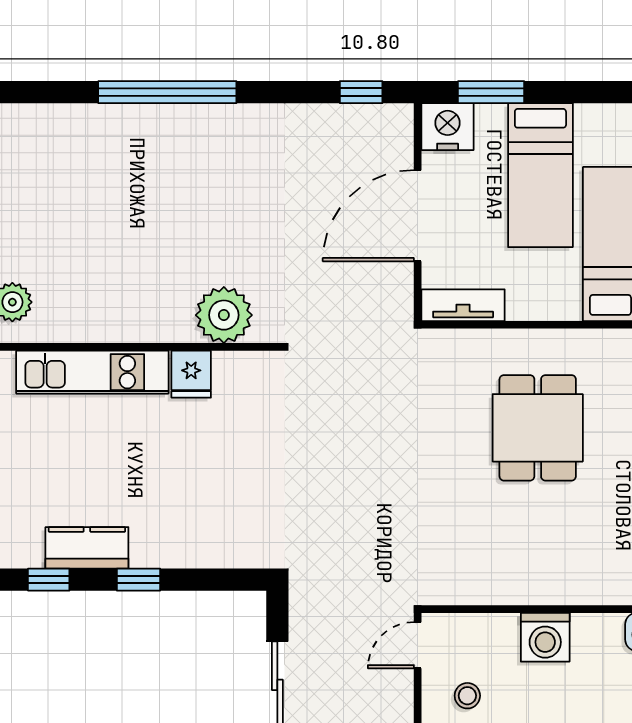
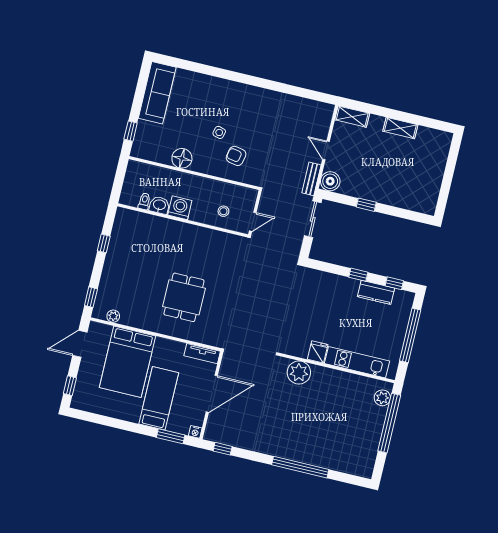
nightstand: (448, 127) -> (195, 432), width x0.53, depth x0.56
washing machine: (545, 637) -> (180, 208), moved
stool: (467, 696) -> (223, 211), moved

